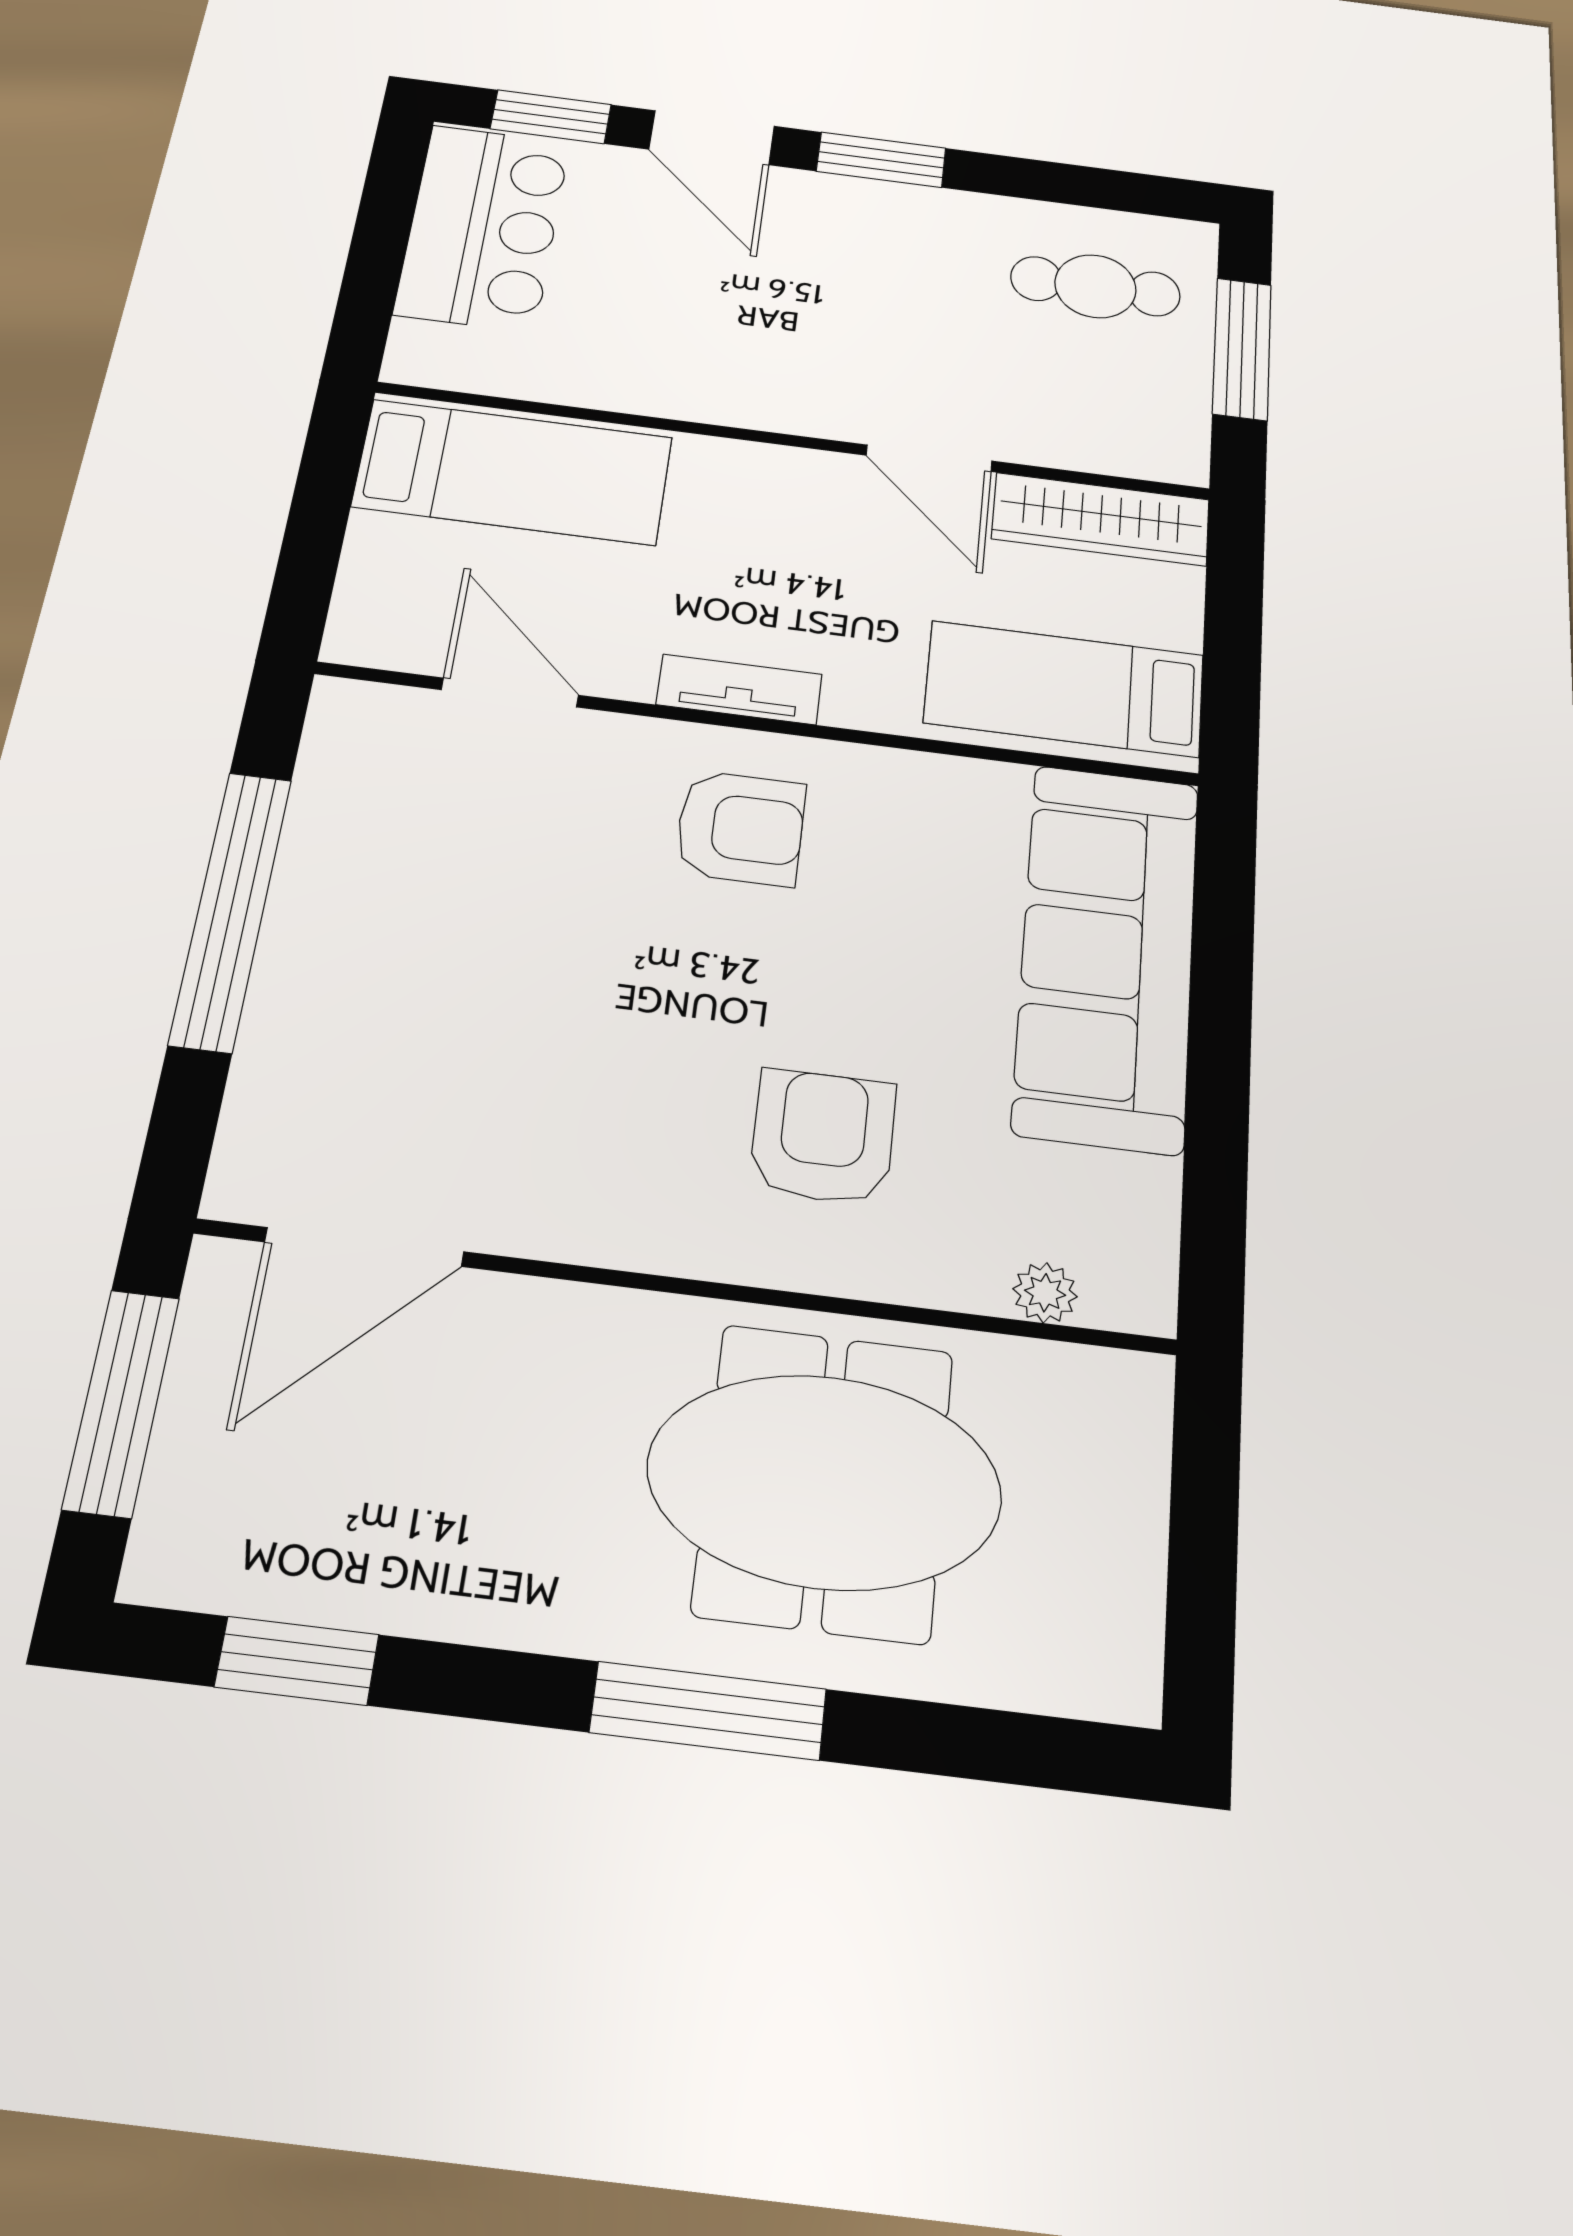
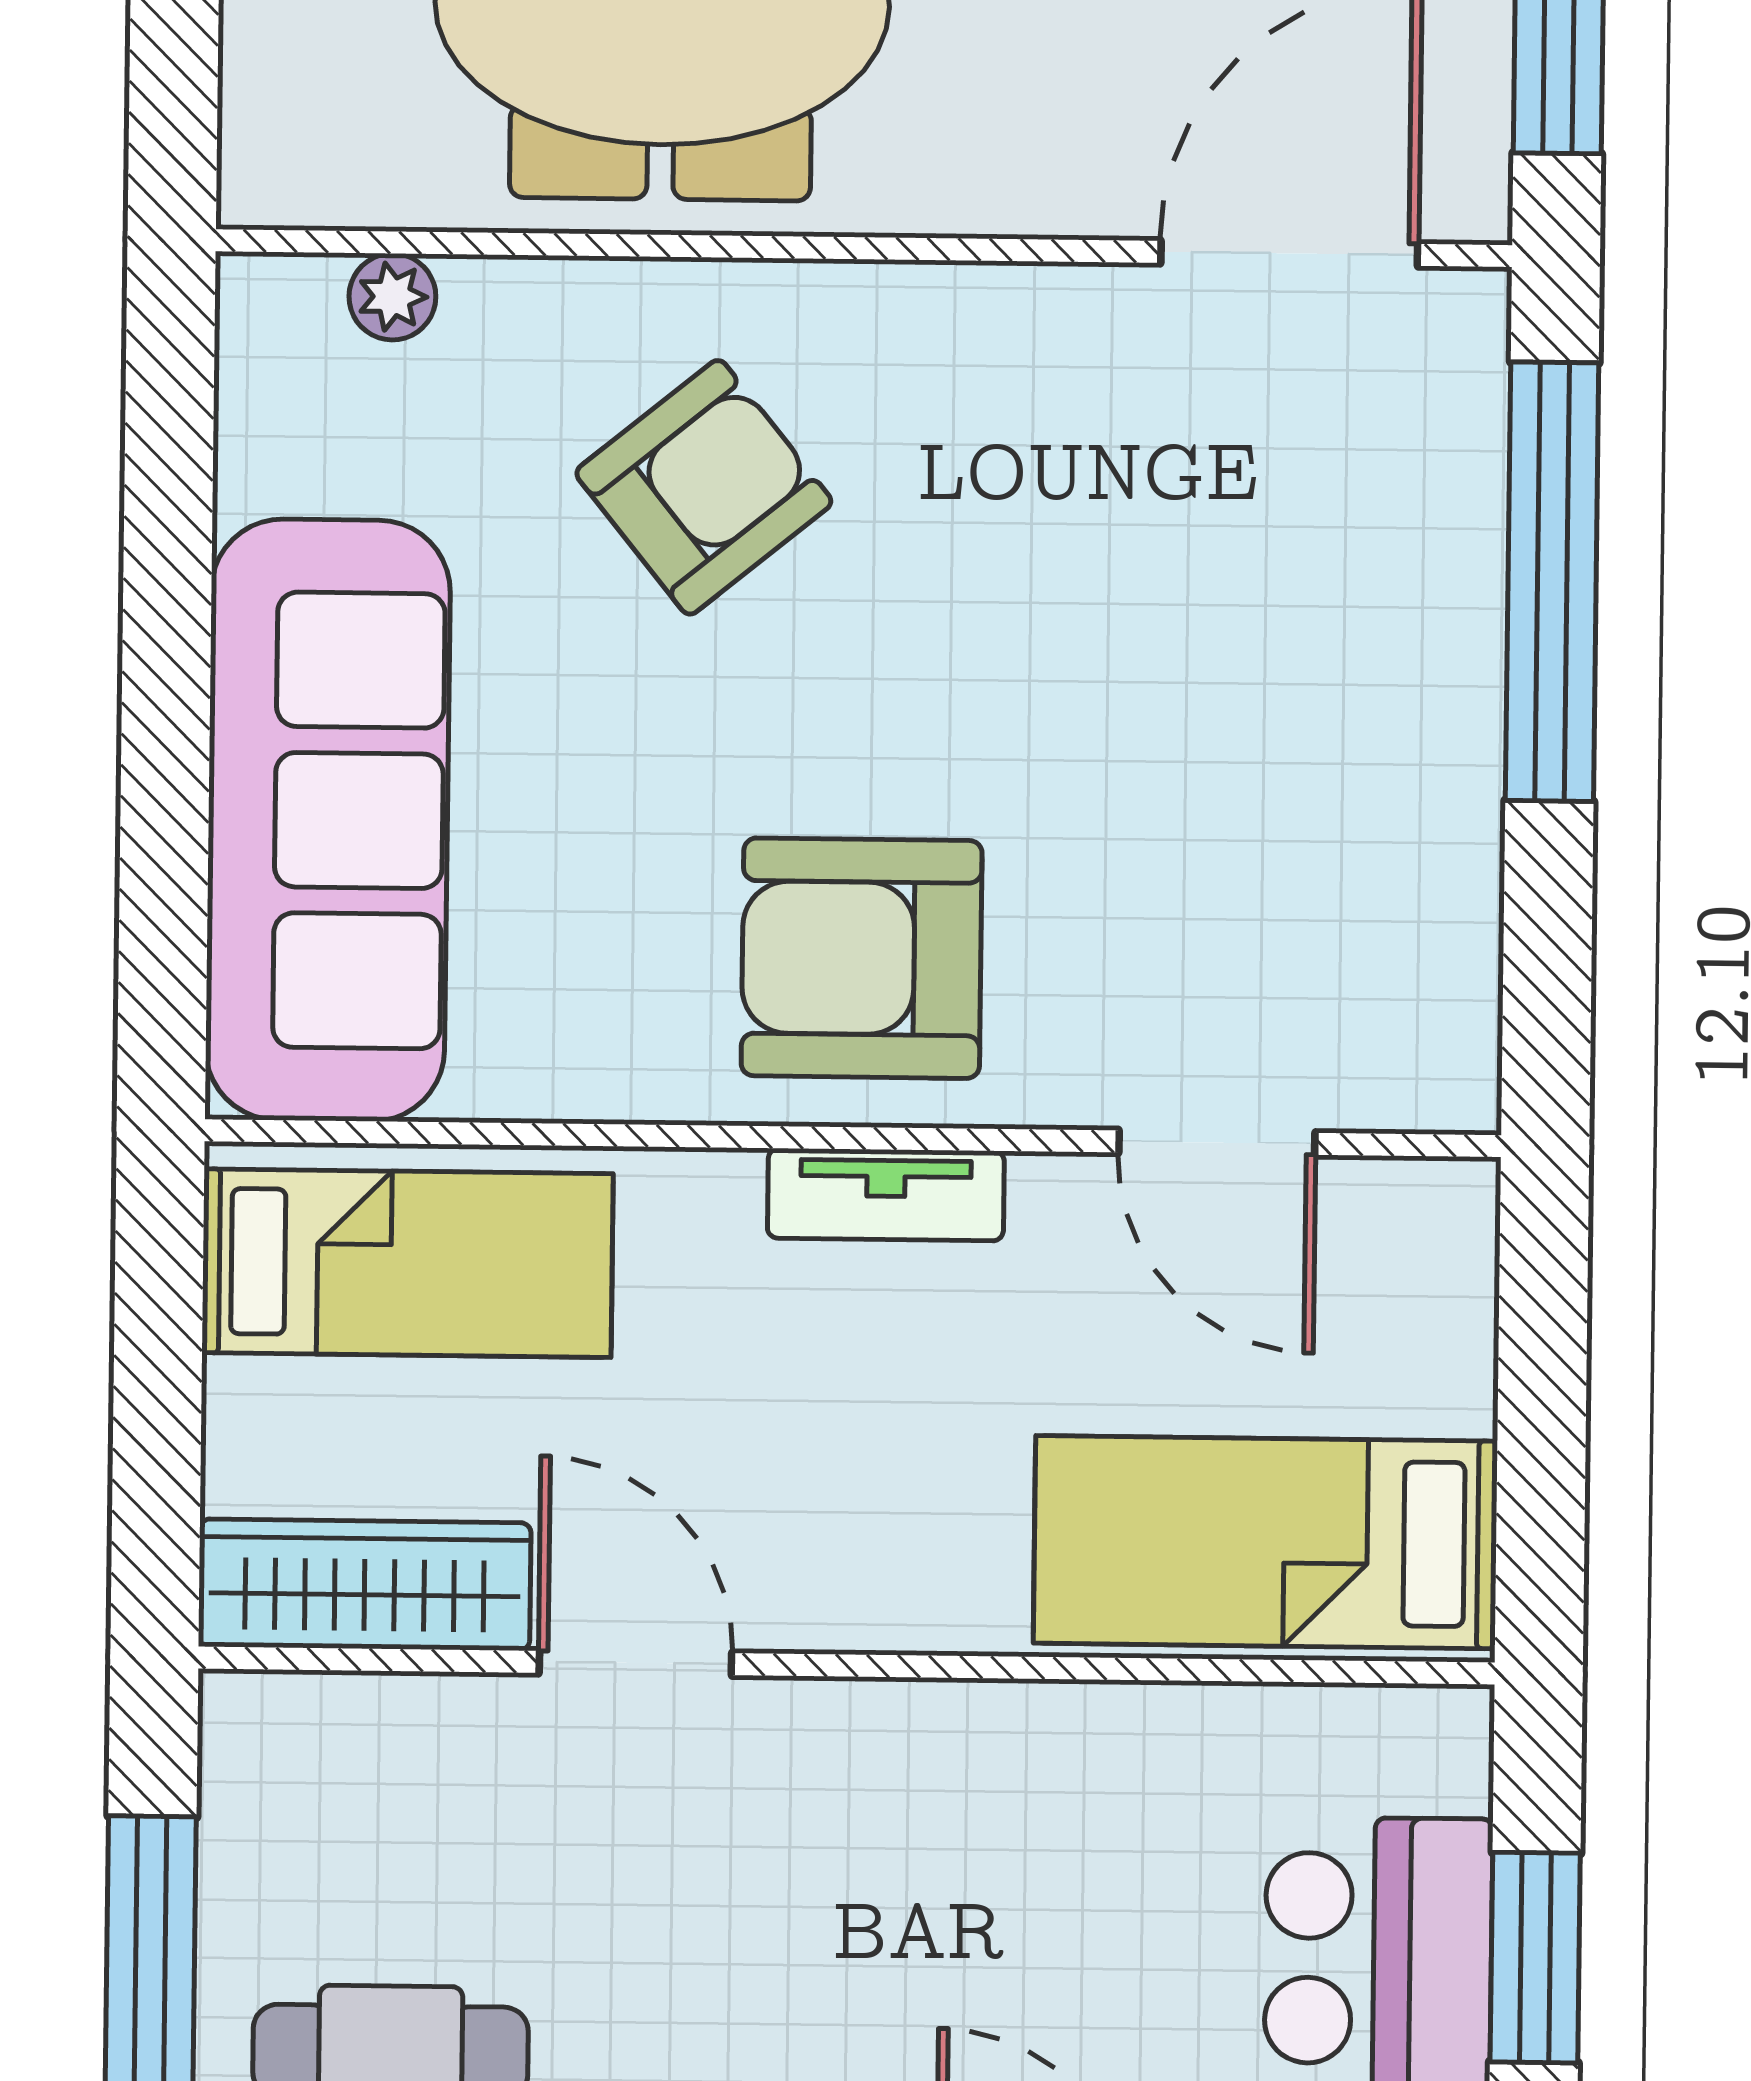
window: (379, 245) -> (1535, 1958), added
armchair: (740, 828) -> (862, 958), width x1.36, depth x1.36
window: (231, 910) -> (1552, 582), moved
armchair: (823, 1137) -> (704, 487), turned -129

